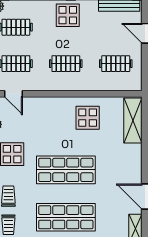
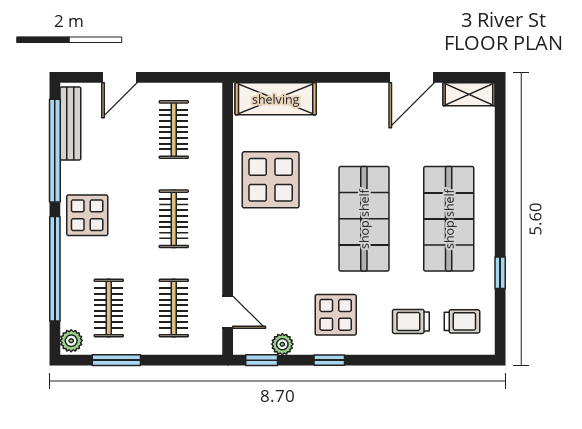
door: (14, 94) -> (228, 312), hinge flipped
display table: (88, 118) -> (271, 180), width x1.36, depth x1.36

